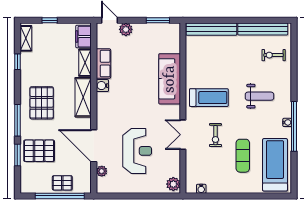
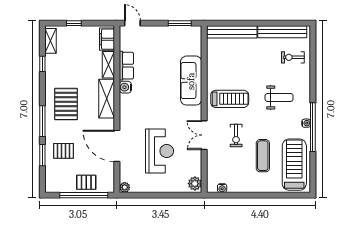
plant: (126, 29) -> (148, 32), removed
pallet: (39, 151) -> (64, 151), width x0.67, depth x0.71
plant: (102, 171) -> (125, 187), moved

